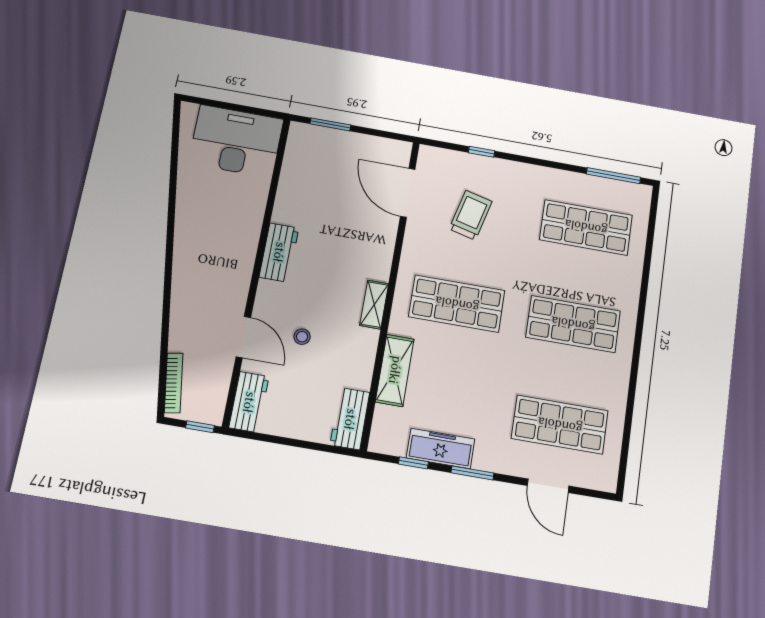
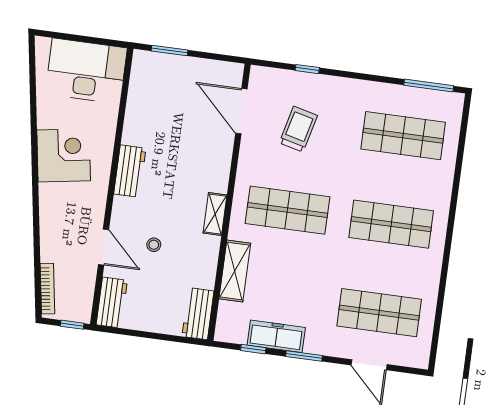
corner desk: (204, 232) -> (64, 155), added

